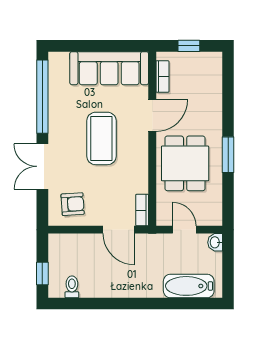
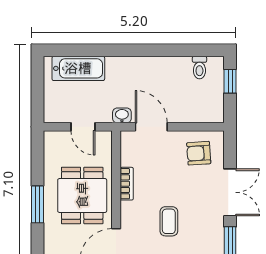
coffee table: (101, 138) -> (169, 221), width x0.54, depth x0.58
bookcase: (142, 210) -> (127, 184), moved
washbasin: (215, 242) -> (122, 115), moved, turned -90

